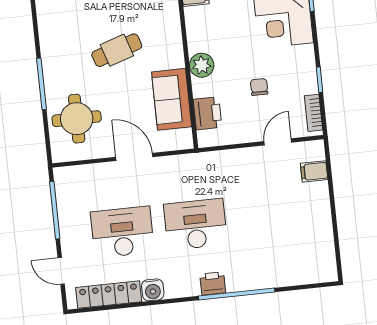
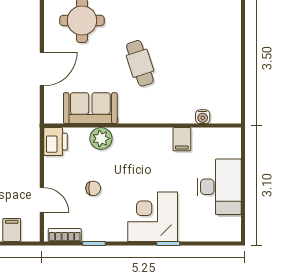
plant: (202, 65) -> (101, 138), moved
printer: (207, 113) -> (55, 142), moved, turned -90

